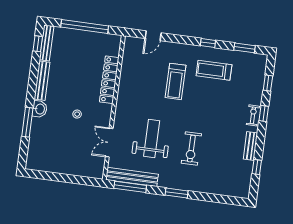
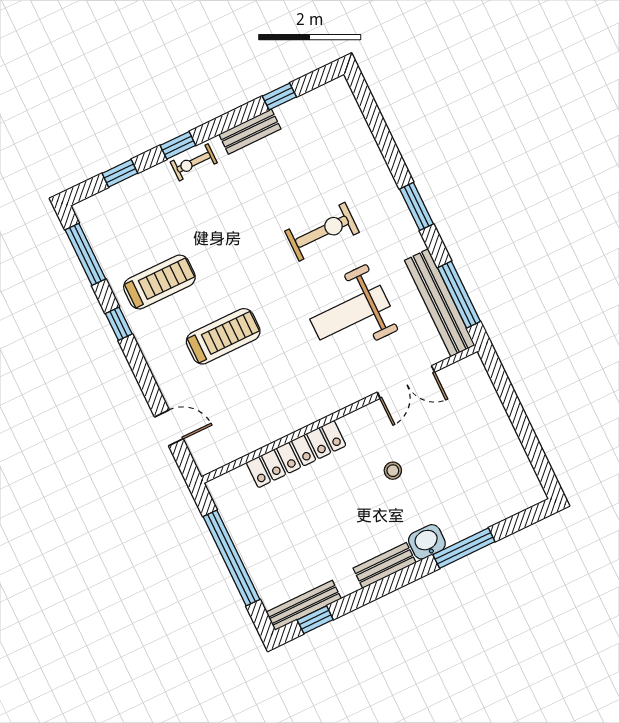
window: (245, 48) -> (85, 254), width x1.44
treadmill: (214, 70) -> (159, 282), turned -90
bench: (42, 81) -> (384, 565), width x0.73

